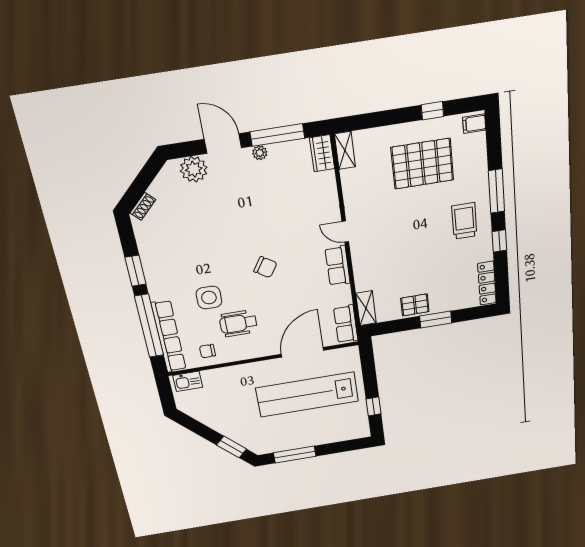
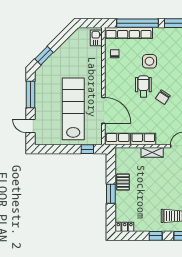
row of seats: (338, 266) -> (143, 139), moved
locker: (487, 283) -> (125, 227), width x0.66
shelving: (366, 308) -> (152, 152), moved
wheelchair: (238, 323) -> (143, 86), moved
window: (373, 406) -> (87, 149), moved
door: (343, 446) -> (30, 126), added

